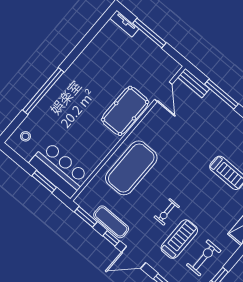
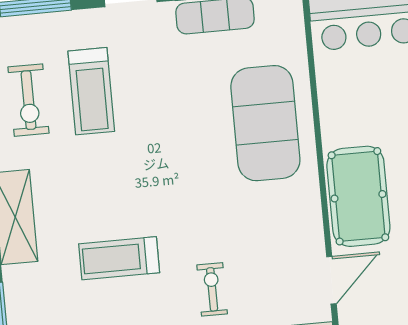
door: (163, 92) -> (331, 280), swing flipped
exercise bike: (167, 212) -> (212, 289), moved

